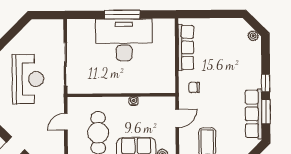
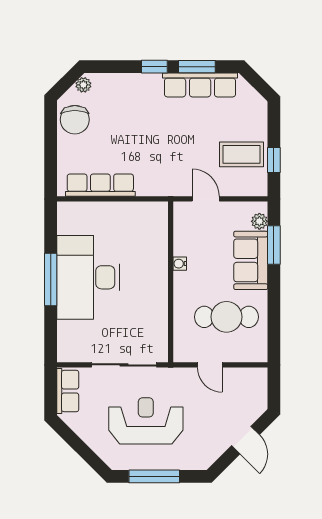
row of seats: (48, 27) -> (68, 391), added
chair: (194, 87) -> (75, 120), moved, width x1.87, depth x1.87

